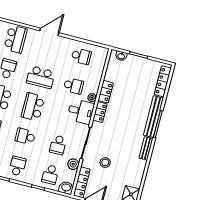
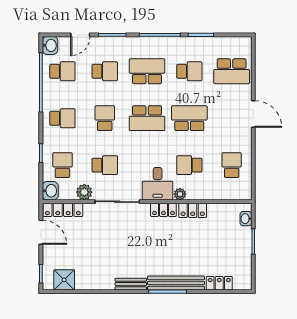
school desk: (81, 56) -> (232, 165), turned 180
school desk: (41, 77) -> (189, 118), turned 90
locker: (163, 81) -> (219, 283), width x0.66
school desk: (73, 86) -> (189, 165), turned 90
school desk: (33, 107) -> (147, 118), turned 180
school desk: (58, 145) -> (105, 165), turned 180
stool: (105, 162) -> (98, 234), removed
school desk: (50, 175) -> (62, 165), turned 90

